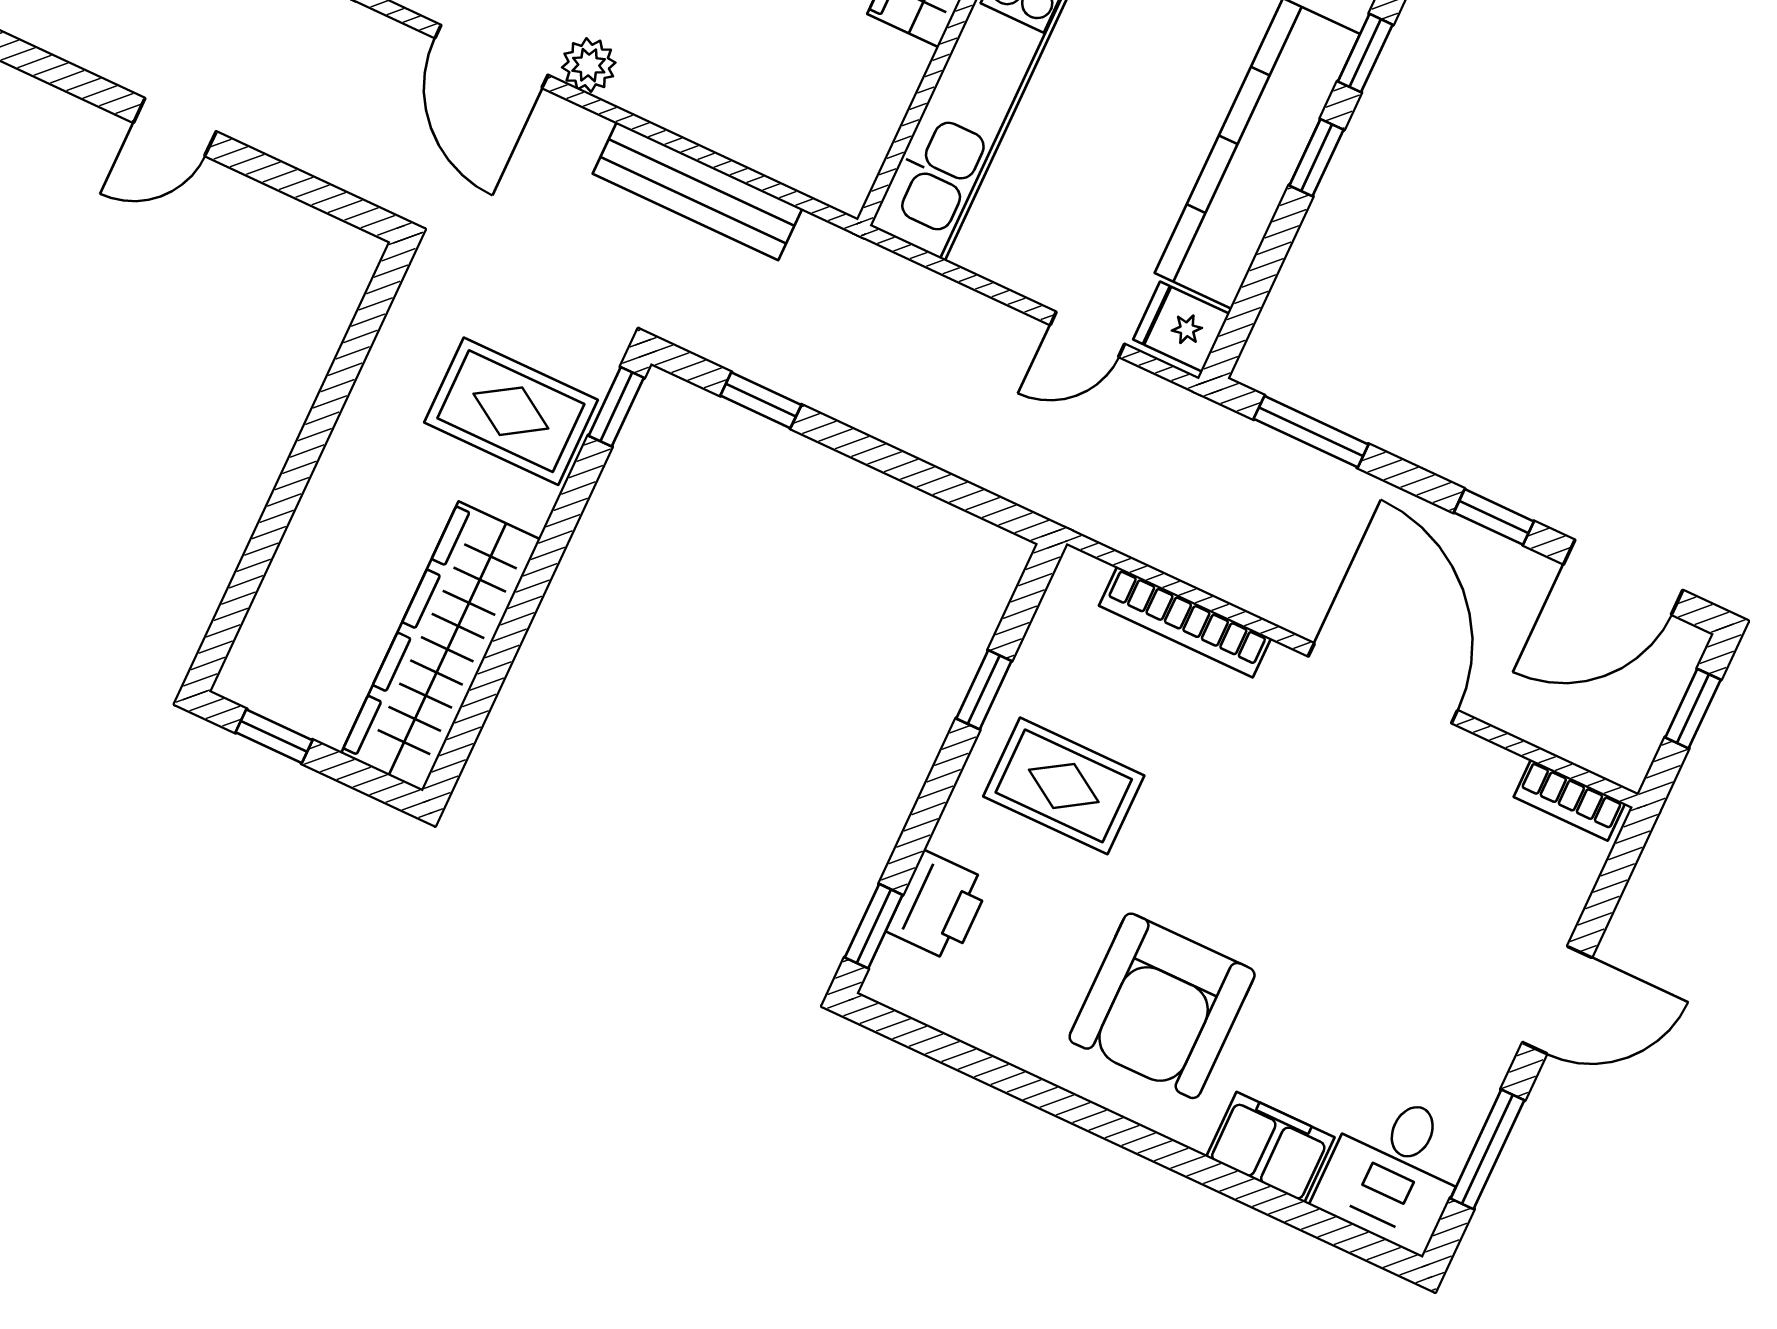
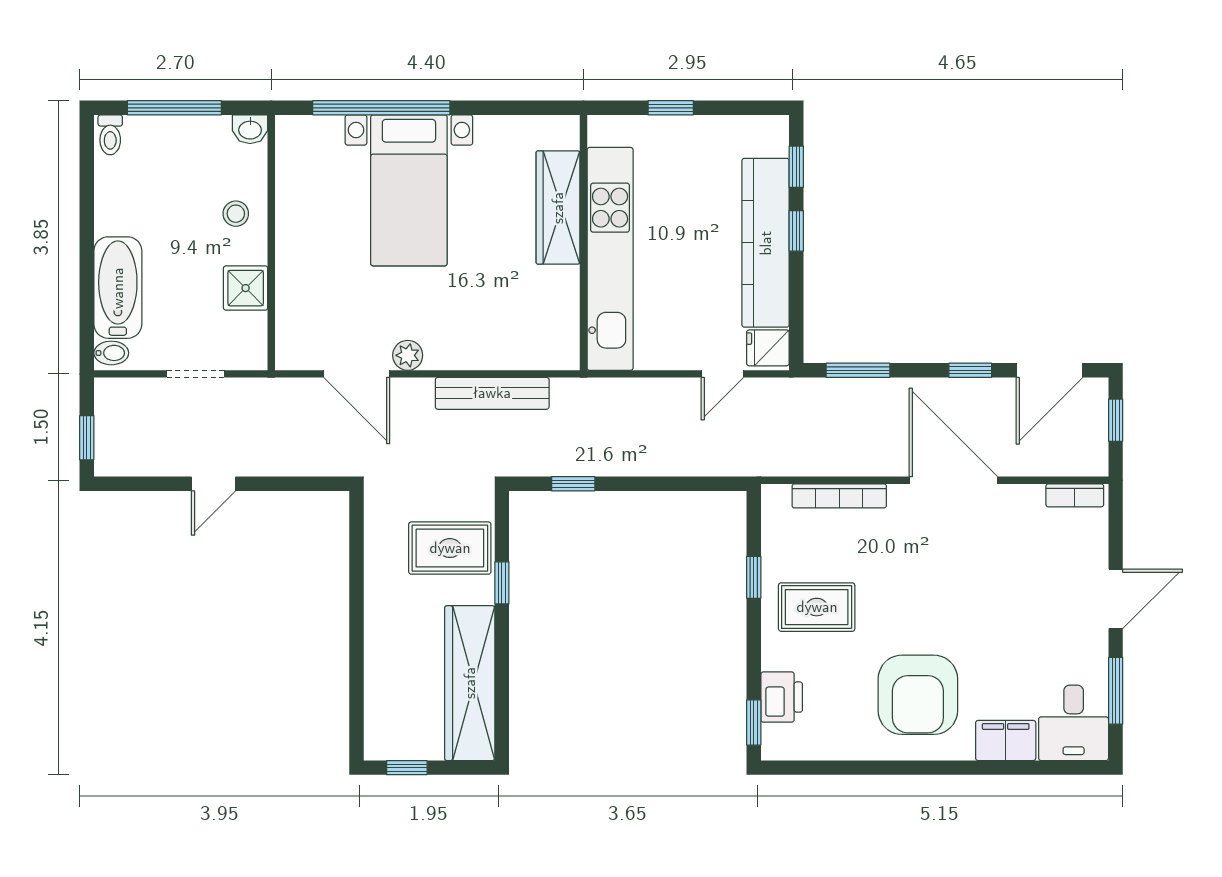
window: (616, 407) -> (502, 583), moved

